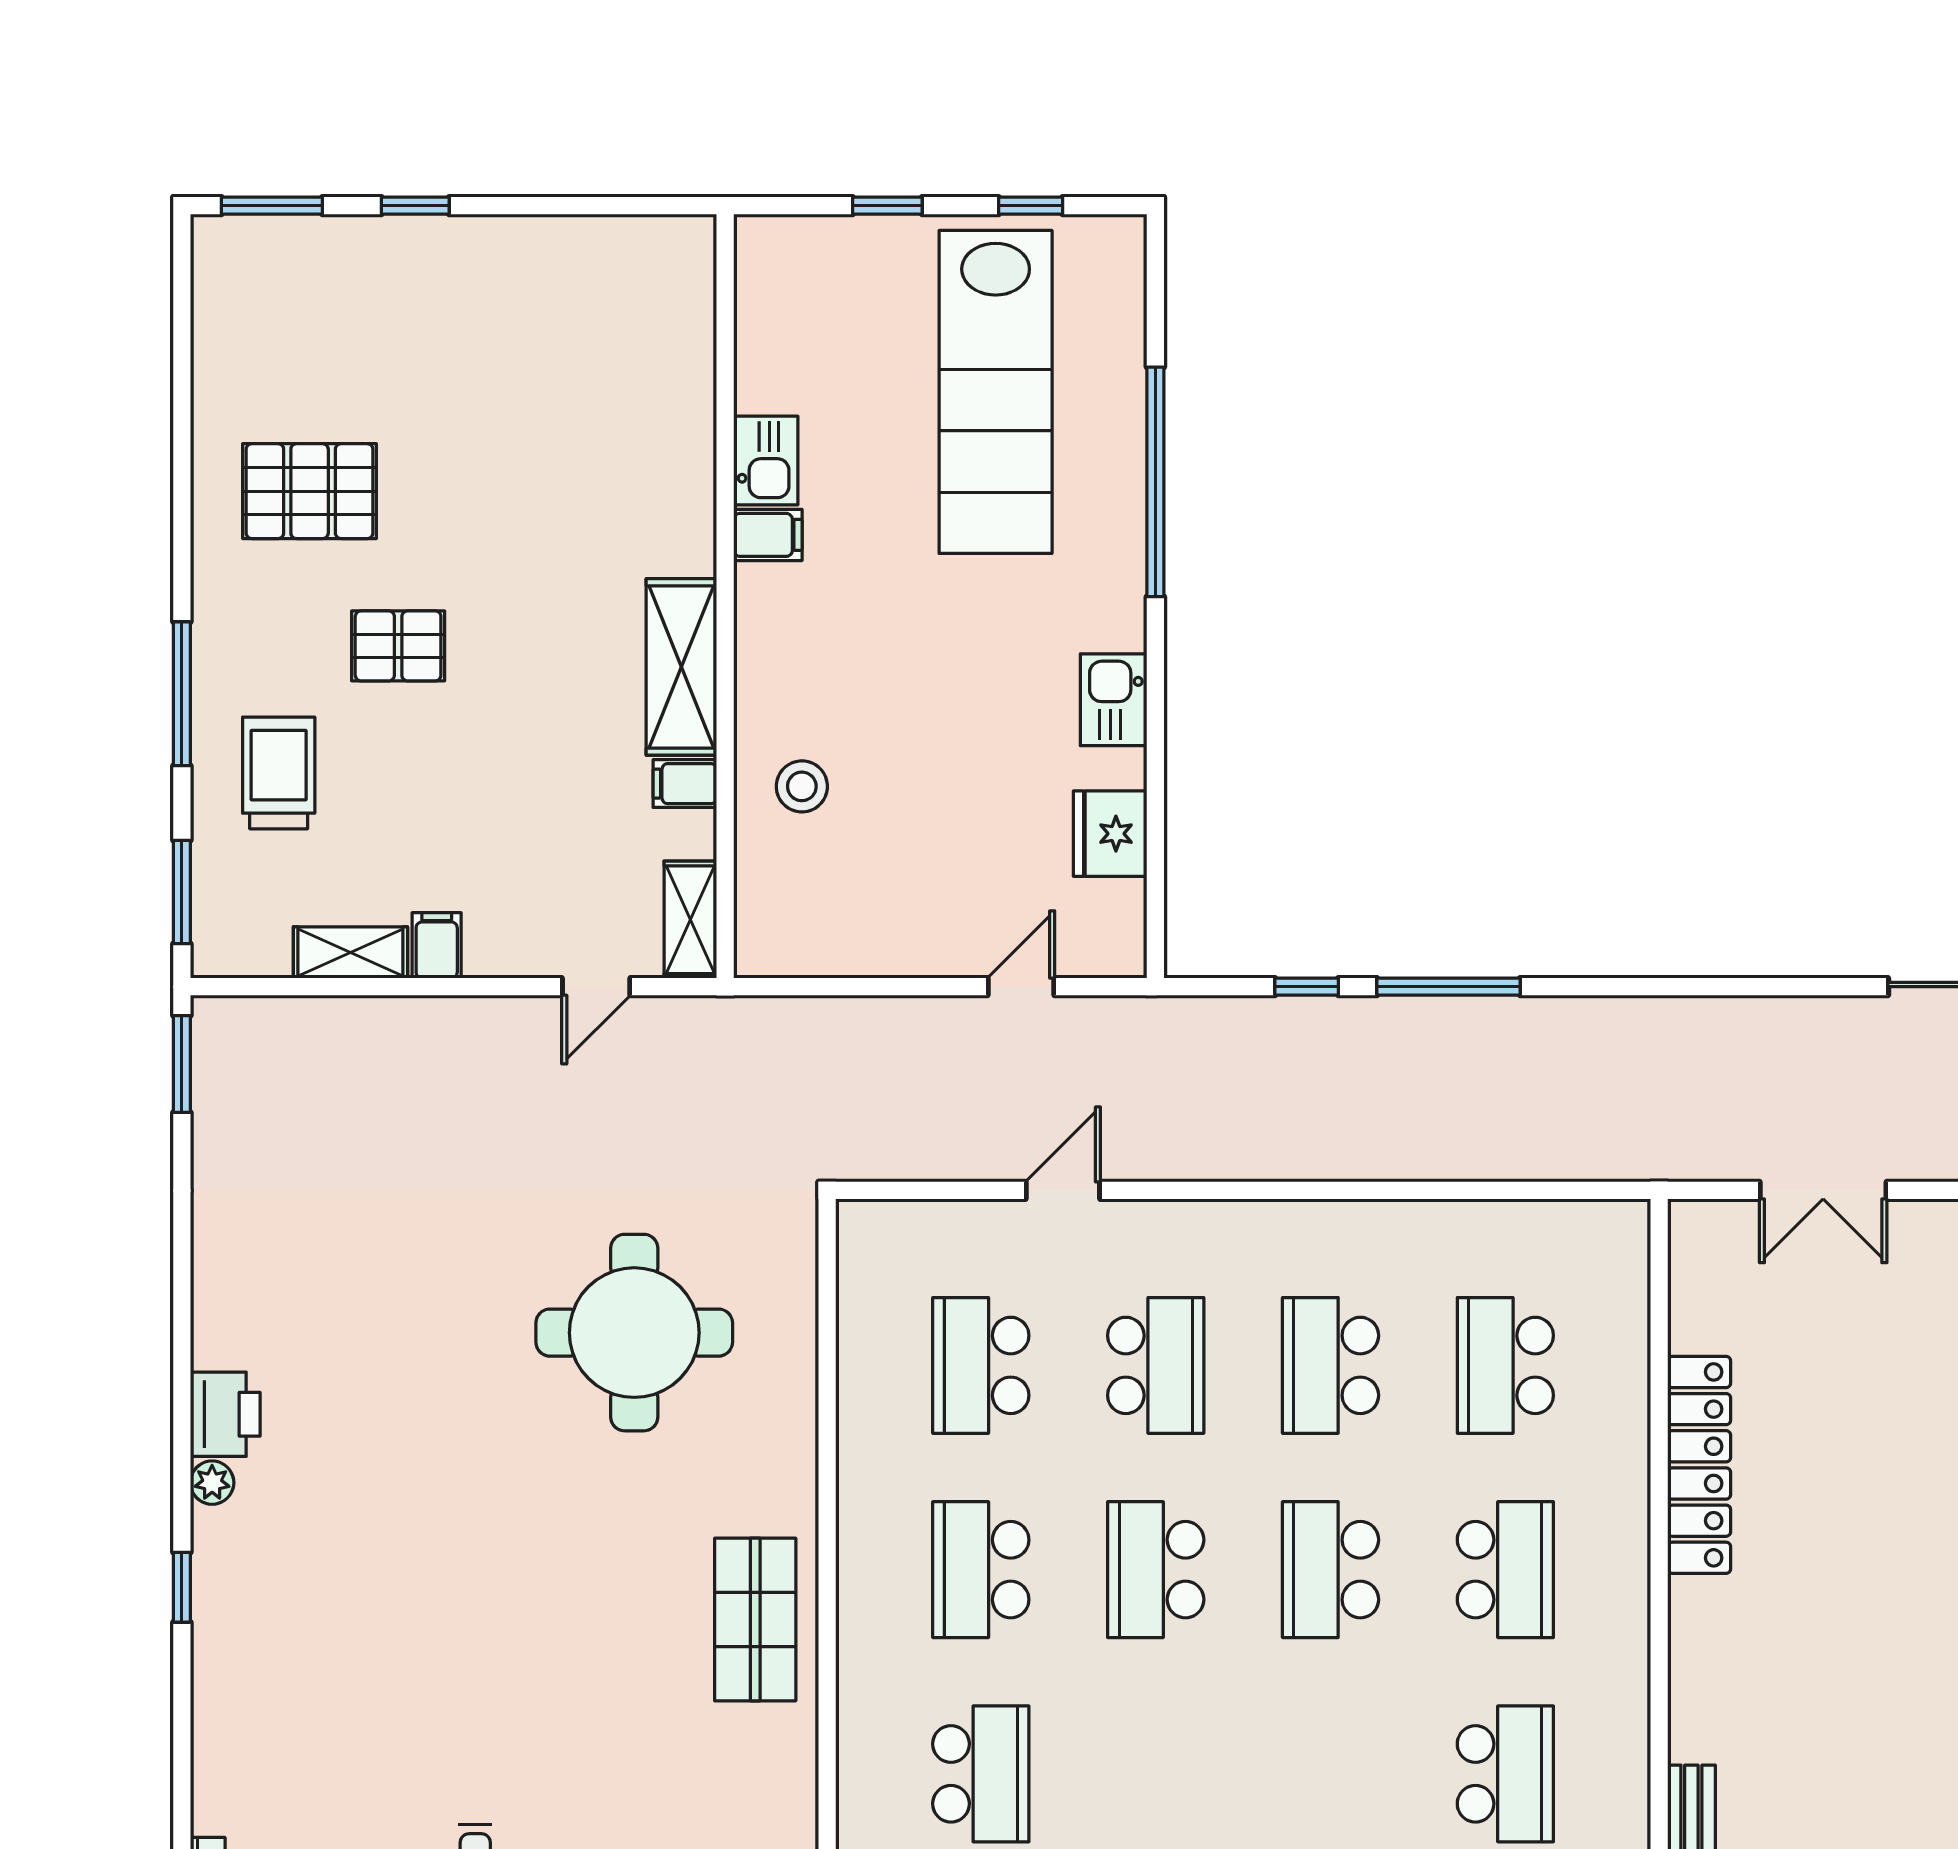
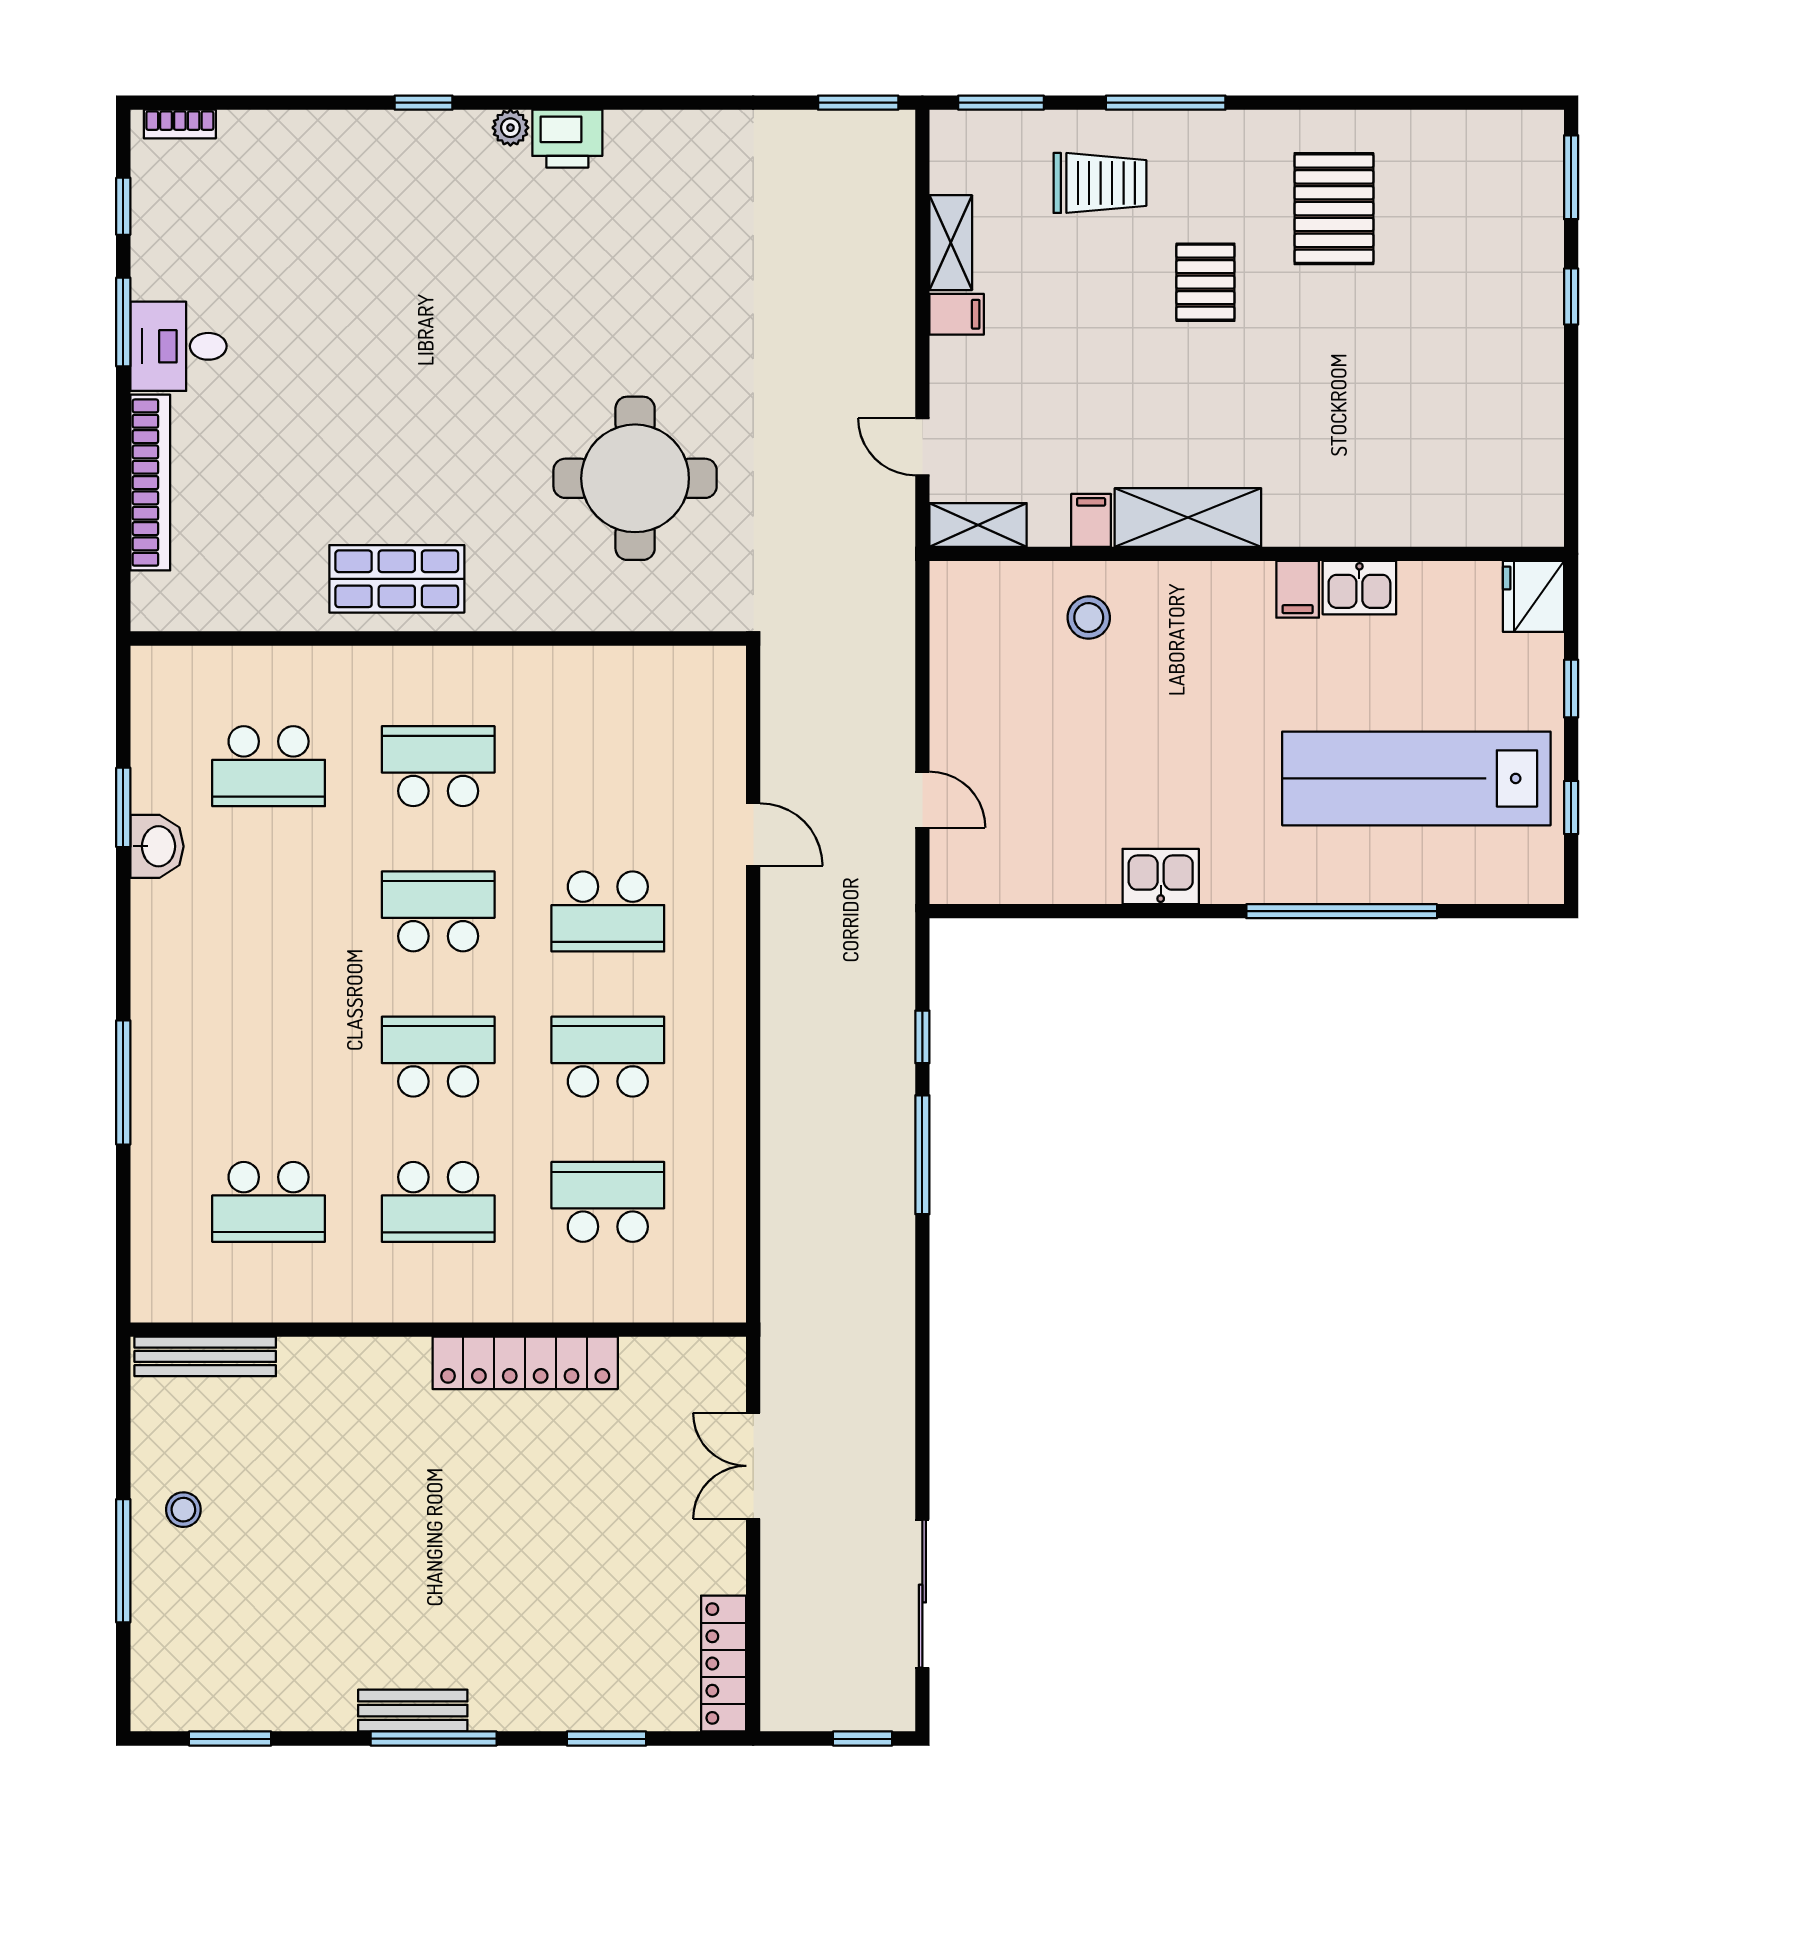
fridge: (1110, 834) -> (1534, 596), moved, turned -90
school desk: (981, 1365) -> (608, 766), removed

